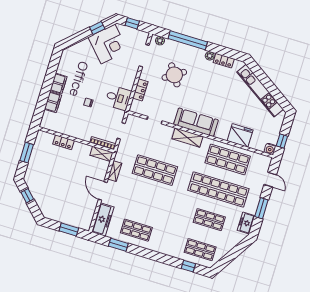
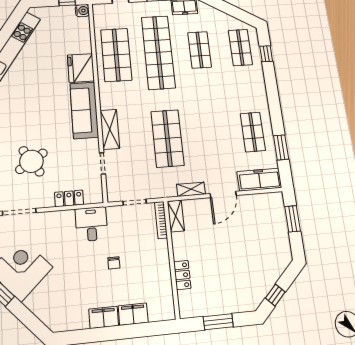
fridge: (240, 135) -> (81, 68), moved
shelving: (187, 138) -> (110, 129), moved

